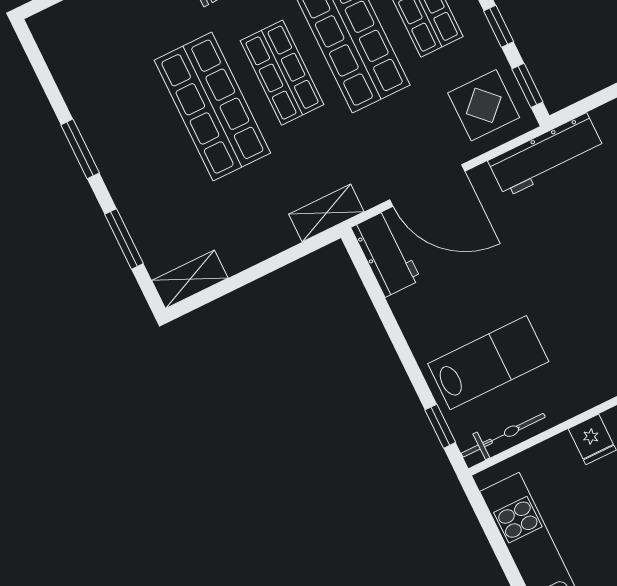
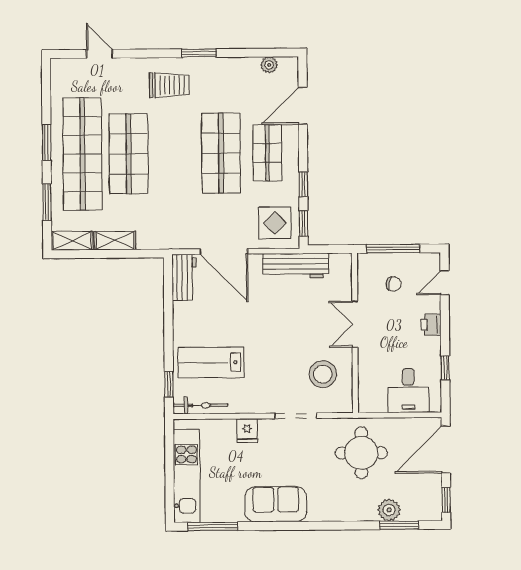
shop shelf: (282, 73) -> (82, 154), moved, width x2.00, depth x1.36
shelving: (326, 213) -> (115, 241), moved
lab bench: (488, 363) -> (211, 362), turned 180

